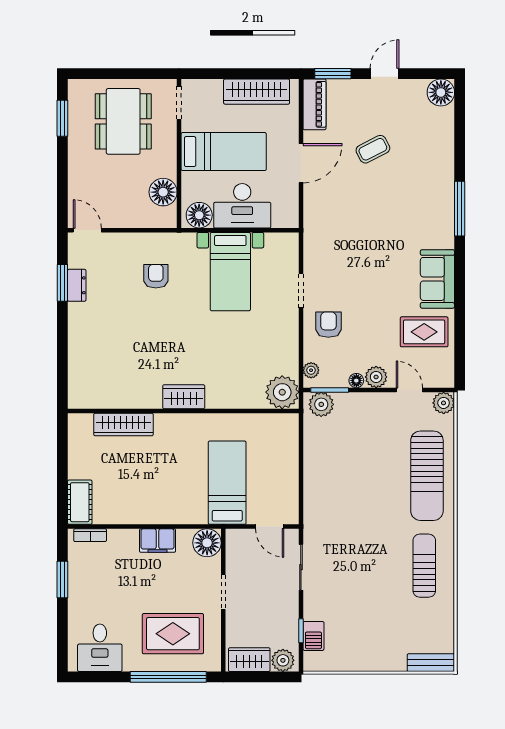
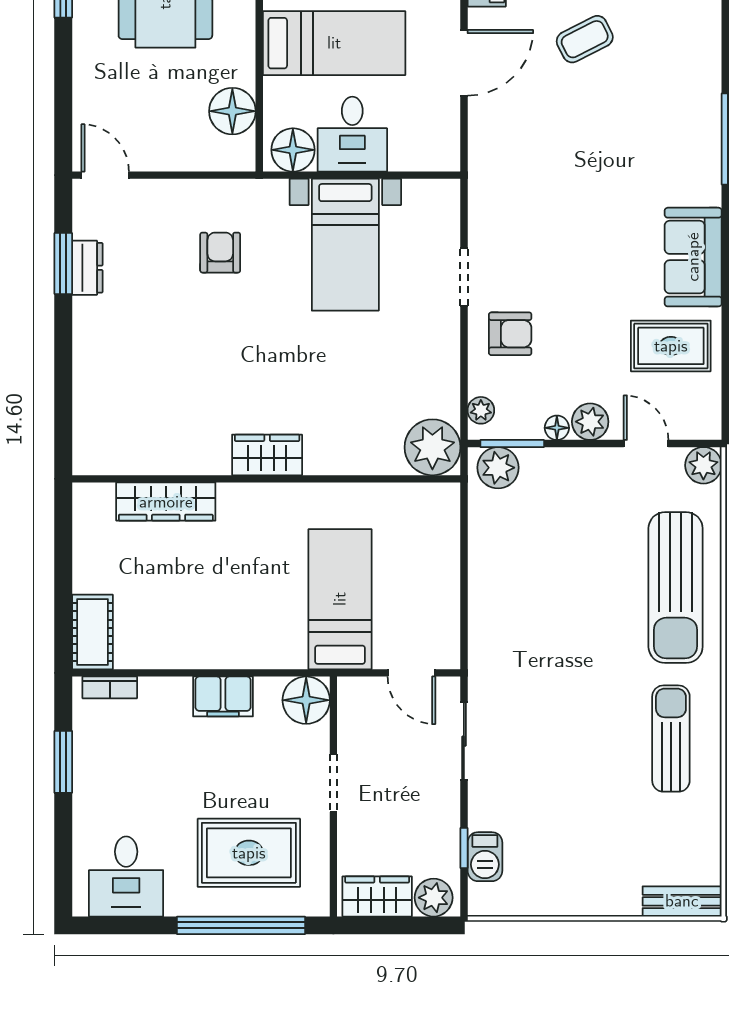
desk: (242, 206) -> (352, 134), width x0.73
armchair: (328, 325) -> (510, 334), turned 90

